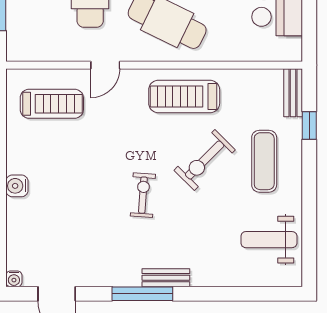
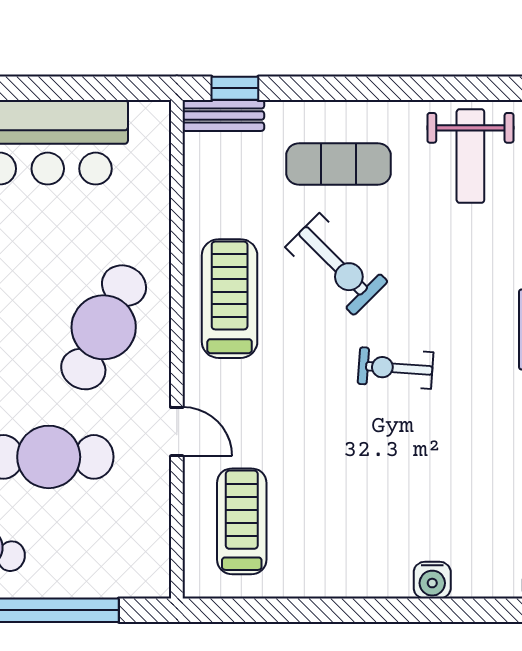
treadmill: (184, 96) -> (230, 299), turned 180
window: (309, 125) -> (235, 88), moved
water cooler: (17, 186) -> (432, 580), moved

